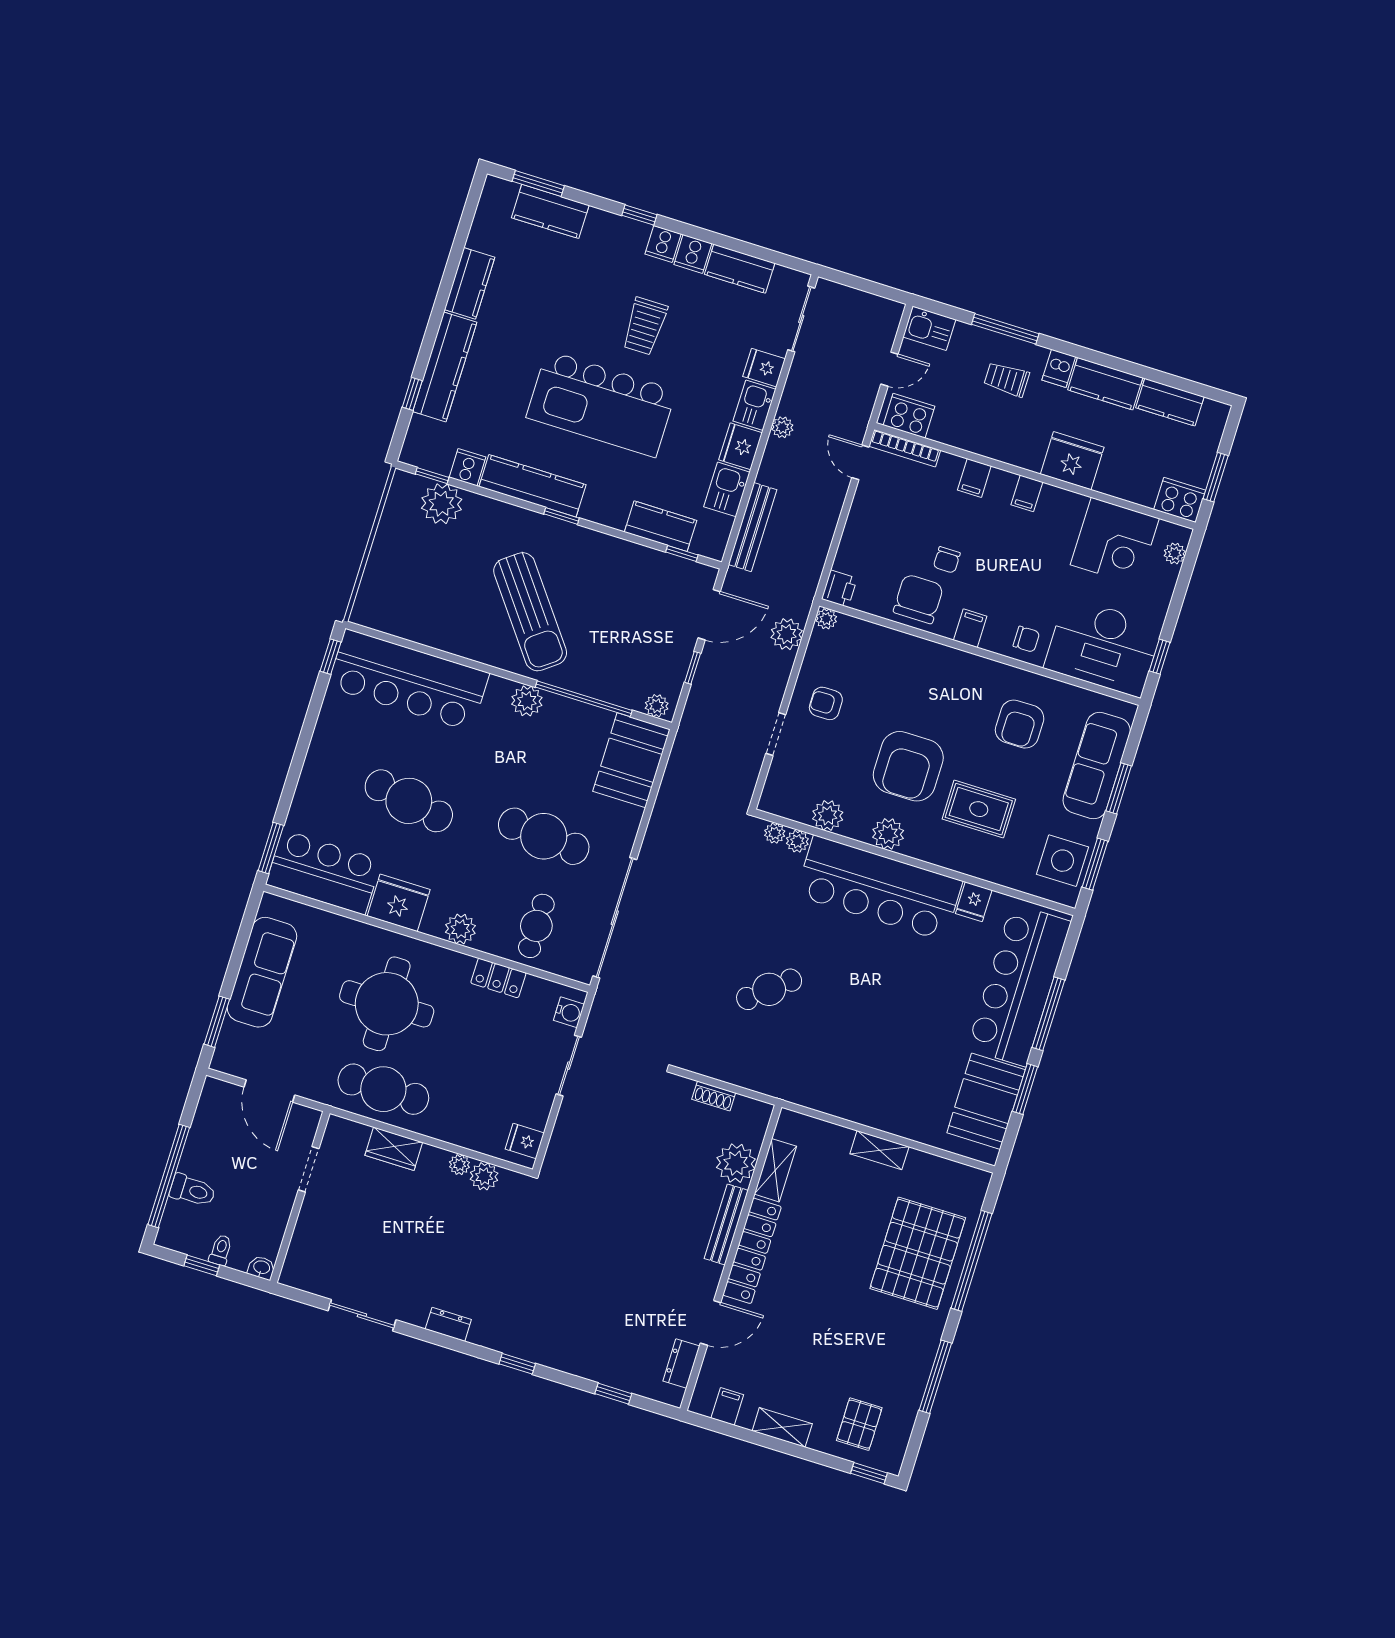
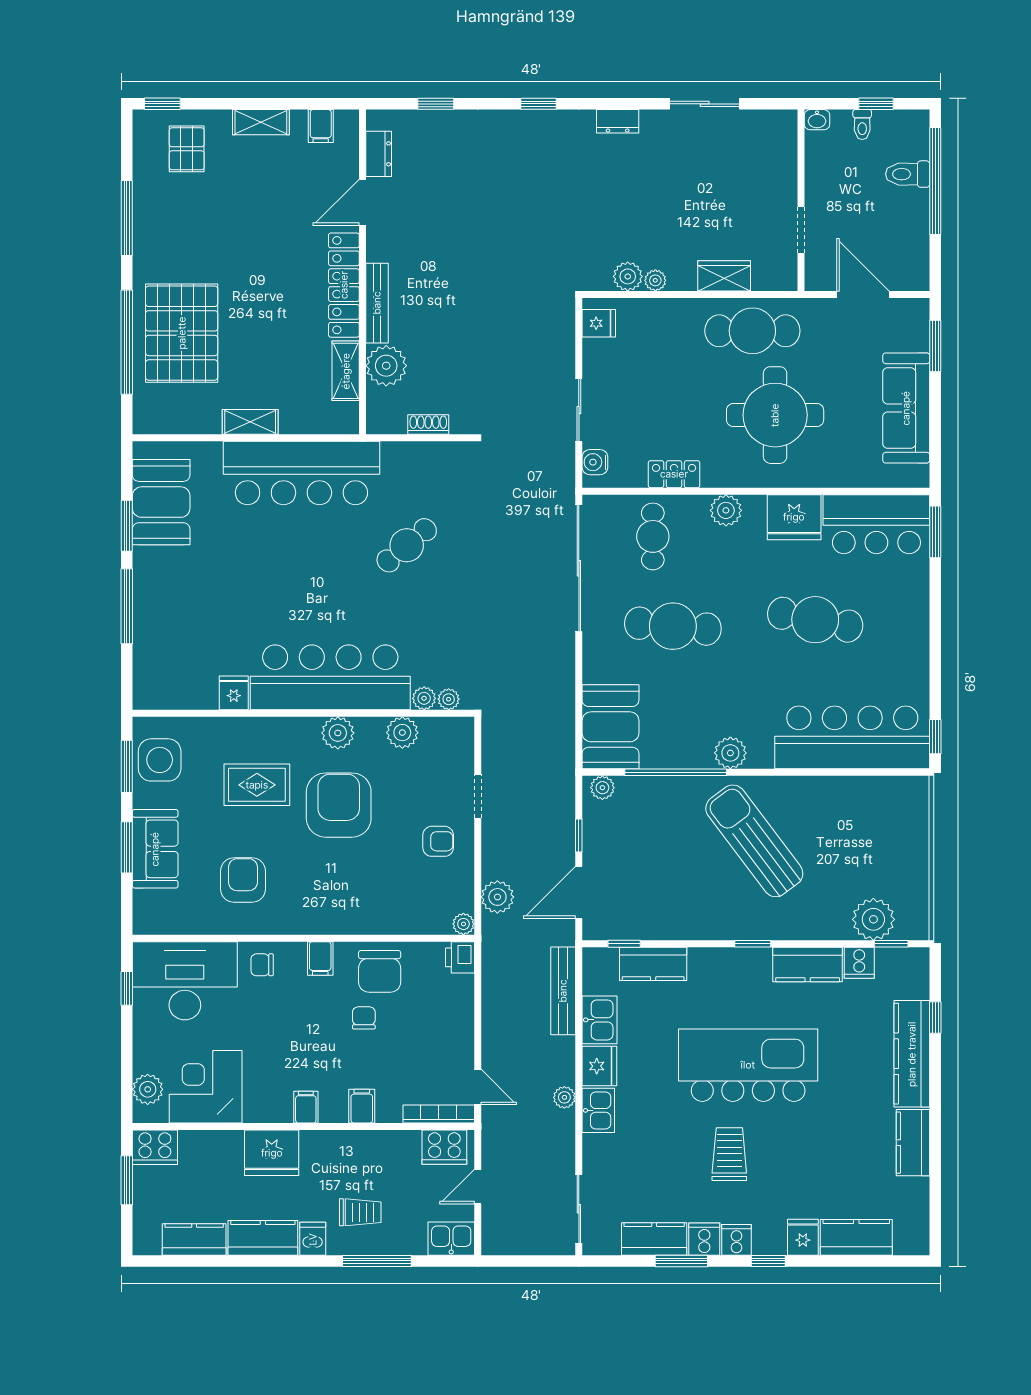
window: (538, 183) -> (681, 1261), moved
fridge: (764, 368) -> (803, 1237), moved, turned -90
kitchen counter: (532, 486) -> (808, 964), width x0.67
plant: (1175, 553) -> (148, 1089), width x1.38, depth x1.38
sofa: (1097, 766) -> (155, 849), width x0.73
bar counter: (1019, 985) -> (301, 473), moved, turned 90

